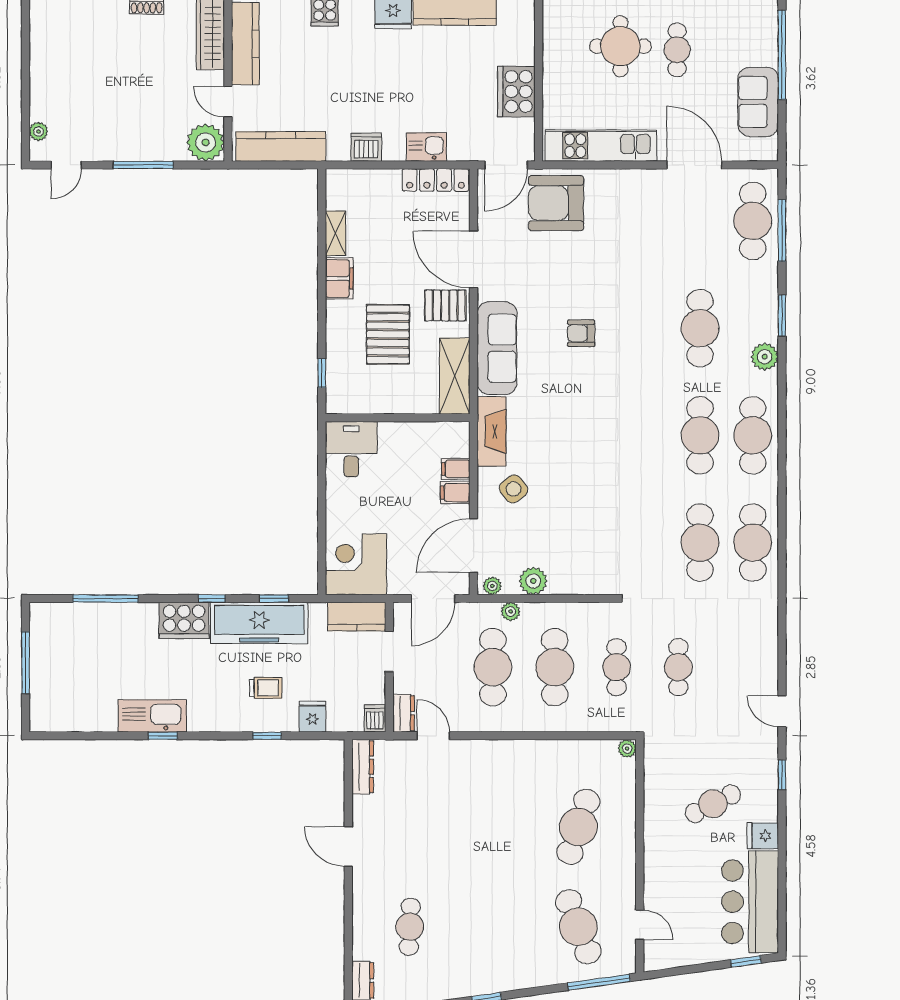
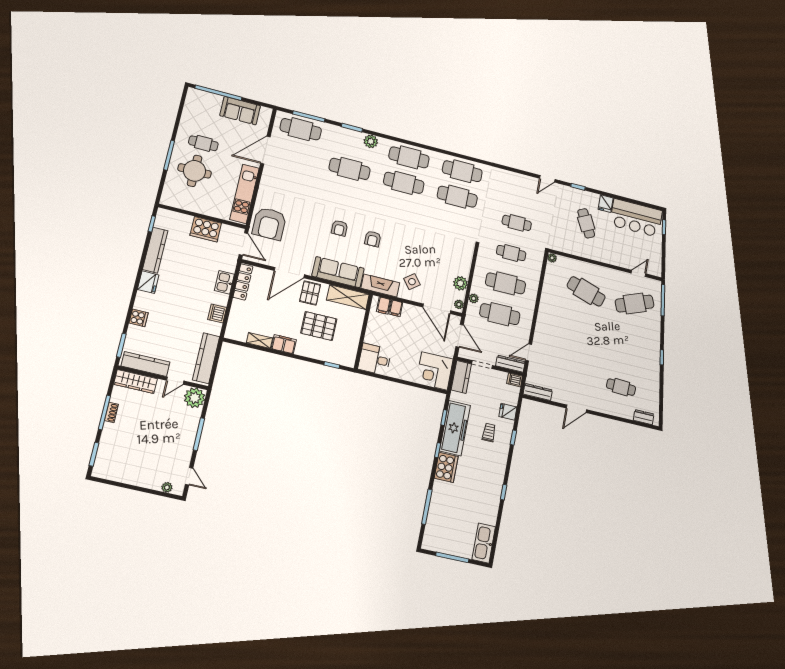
armchair: (577, 399) -> (373, 239), added
filing cabinet: (455, 493) -> (384, 306), moved
dresser: (404, 713) -> (510, 364), width x1.44
kitchen sink: (152, 716) -> (484, 543), moved

